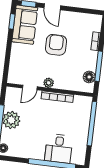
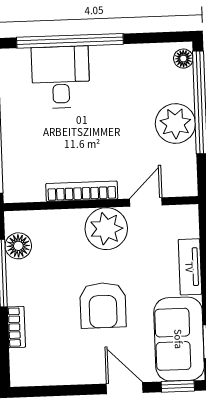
tv unit: (15, 56) -> (190, 267), added
plant: (49, 83) -> (106, 229), width x1.87, depth x1.87

